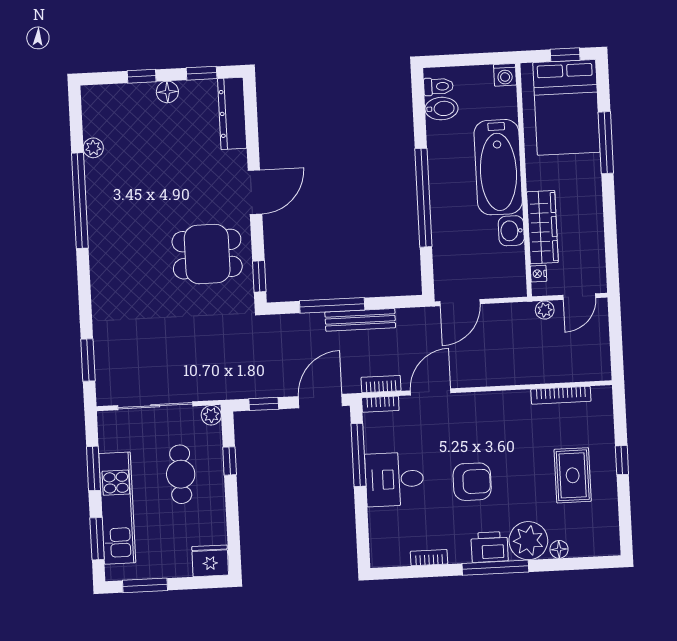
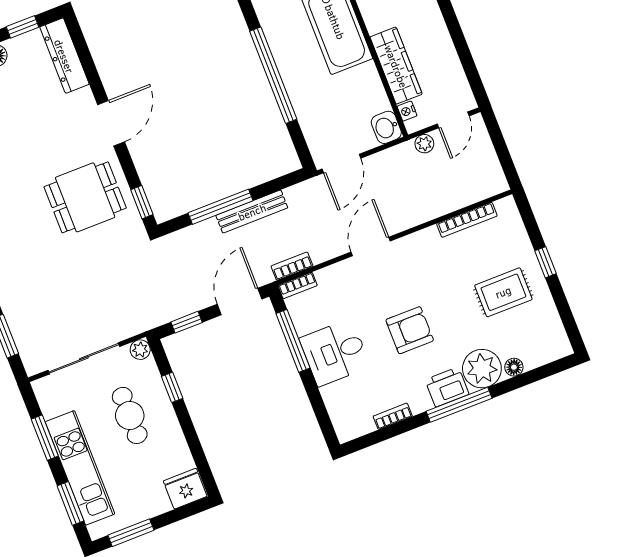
washbasin: (511, 231) -> (386, 127), moved
door: (431, 392) -> (371, 246), moved
rug: (573, 475) -> (503, 292), turned 90

